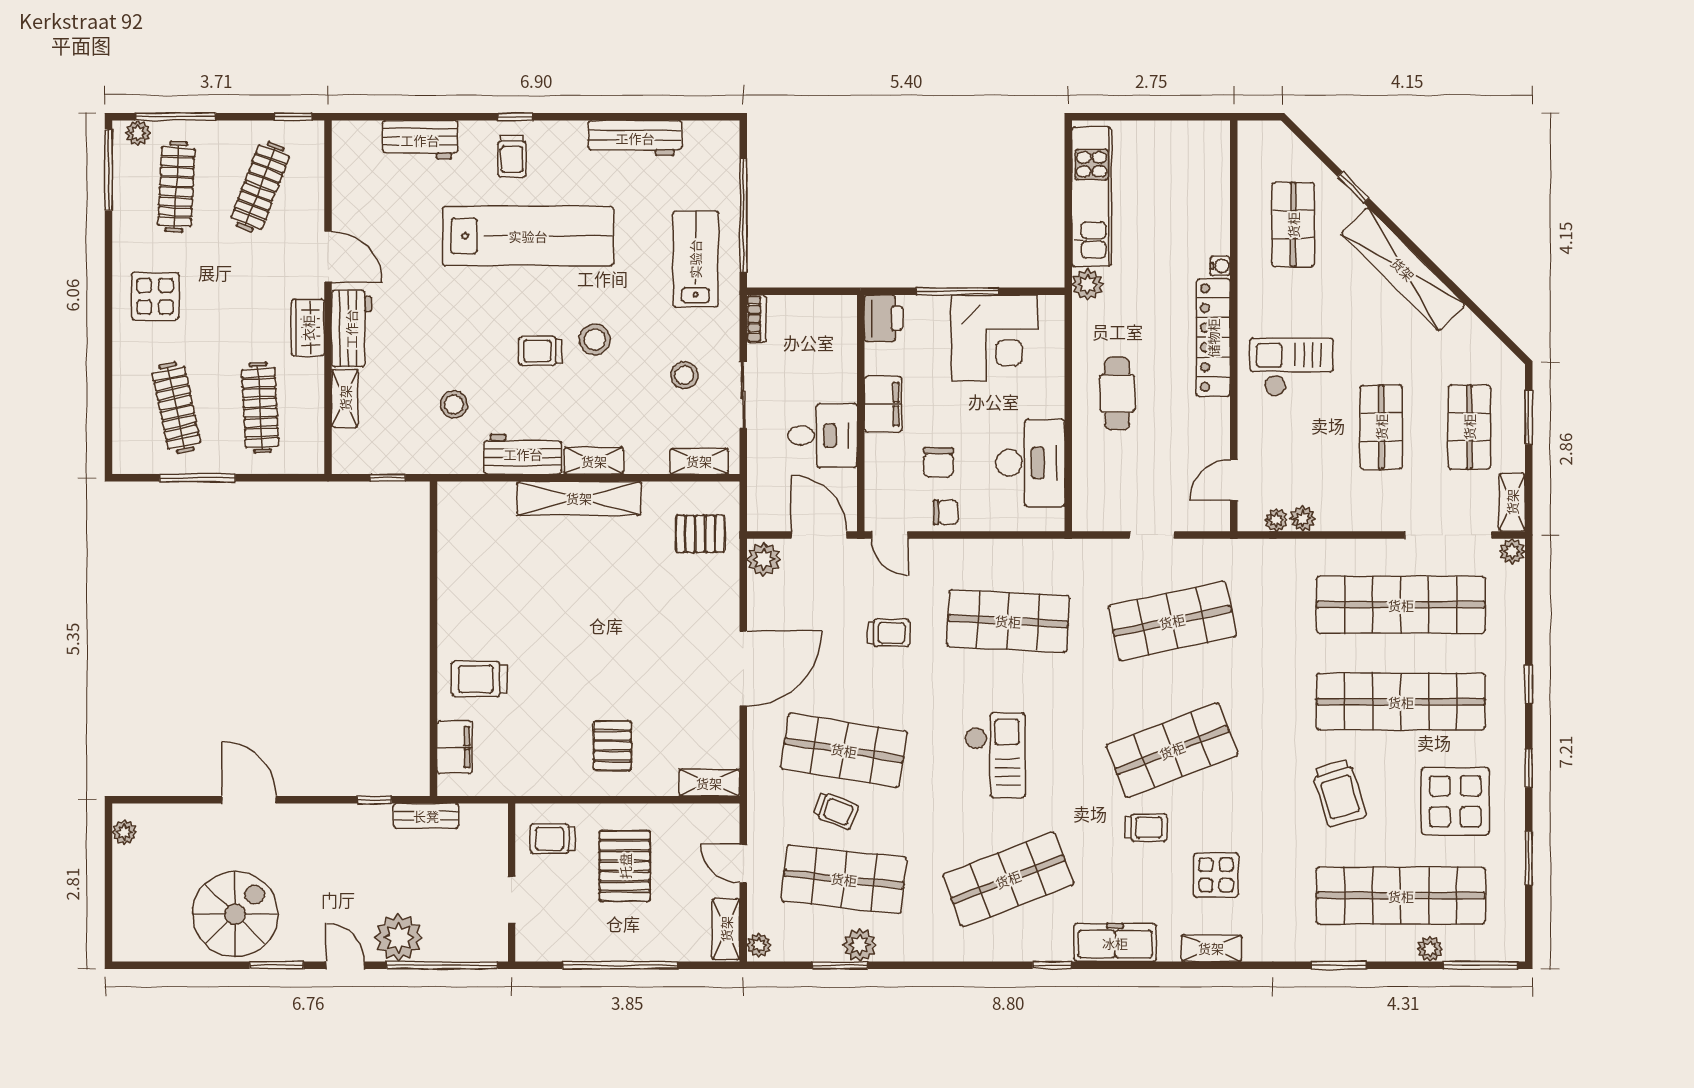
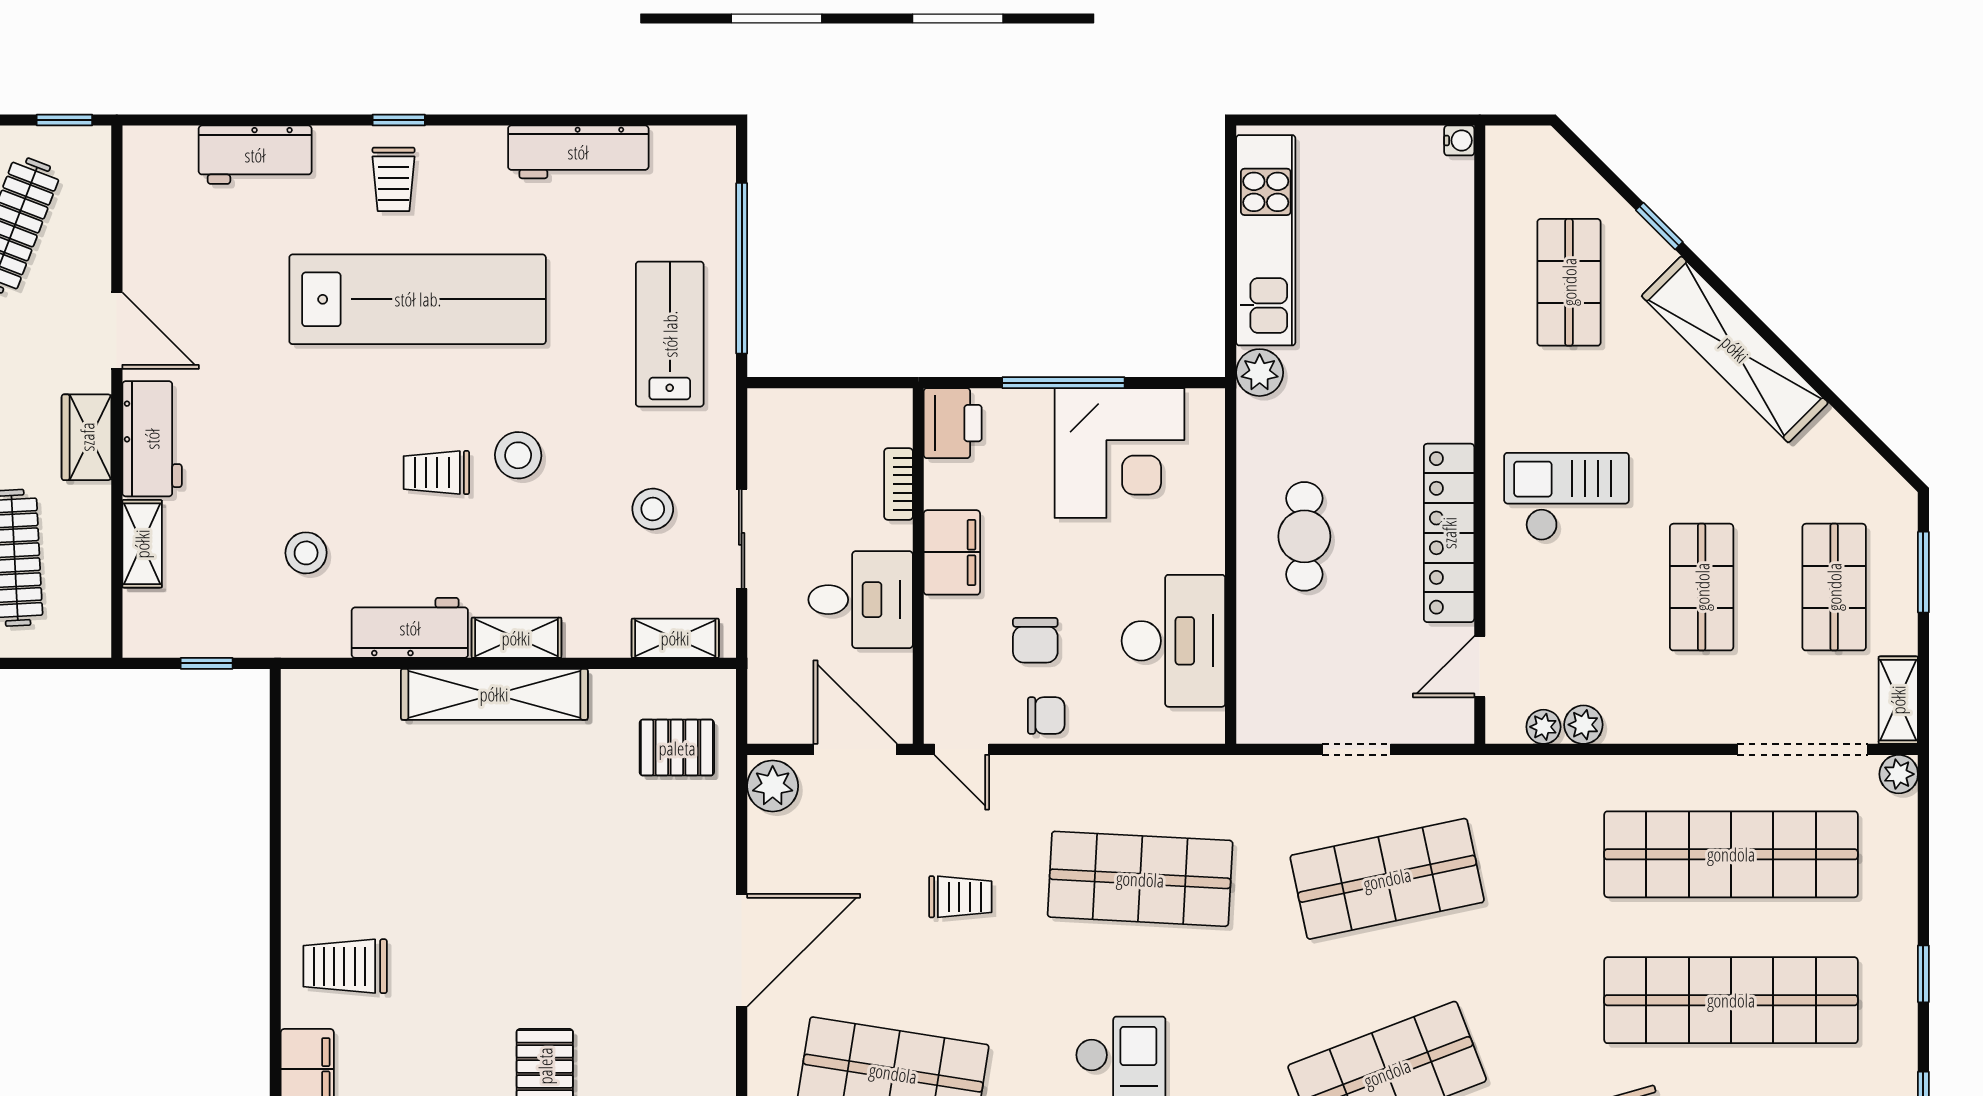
water cooler: (1220, 266) -> (1459, 140), moved
bookcase: (756, 319) -> (899, 484), moved, turned 180
locker: (1213, 338) -> (1449, 533), moved

